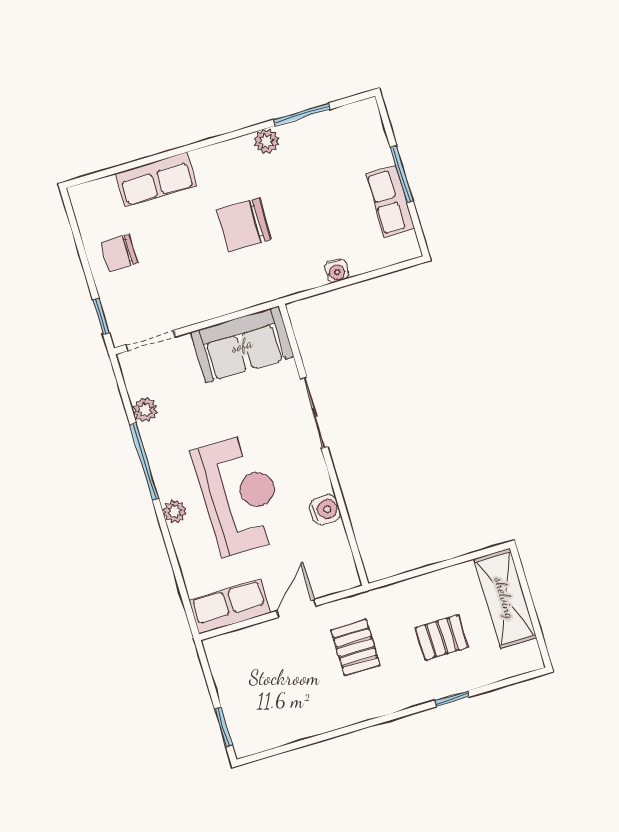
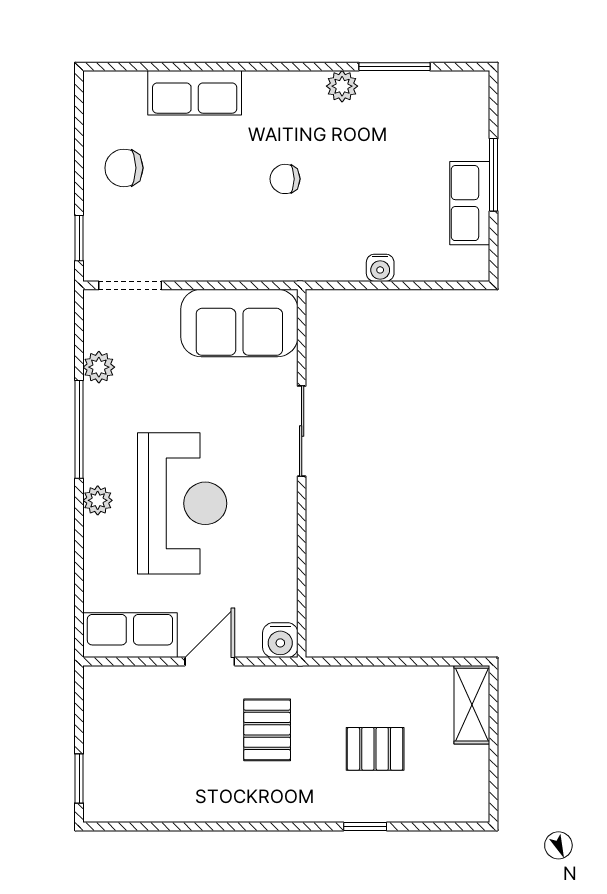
chair: (244, 225) -> (285, 179), width x0.54, depth x0.54
water cooler: (325, 510) -> (280, 640), moved, turned 90
shelving: (505, 598) -> (472, 705), width x0.67, depth x0.75

